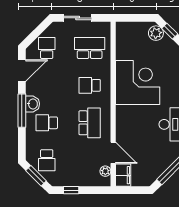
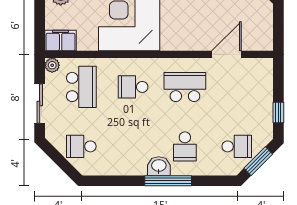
school desk: (90, 48) -> (81, 87), turned 180
door: (22, 71) -> (113, 181), removed
school desk: (90, 85) -> (133, 87), turned 90
plant: (105, 171) -> (52, 65), moved
filing cabinet: (123, 175) -> (61, 41), moved

